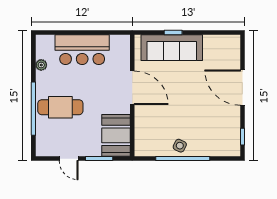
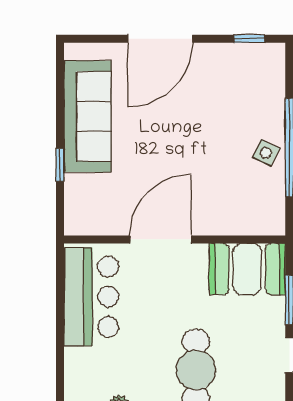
sofa: (172, 48) -> (88, 116), moved
bar counter: (82, 50) -> (91, 297), moved

